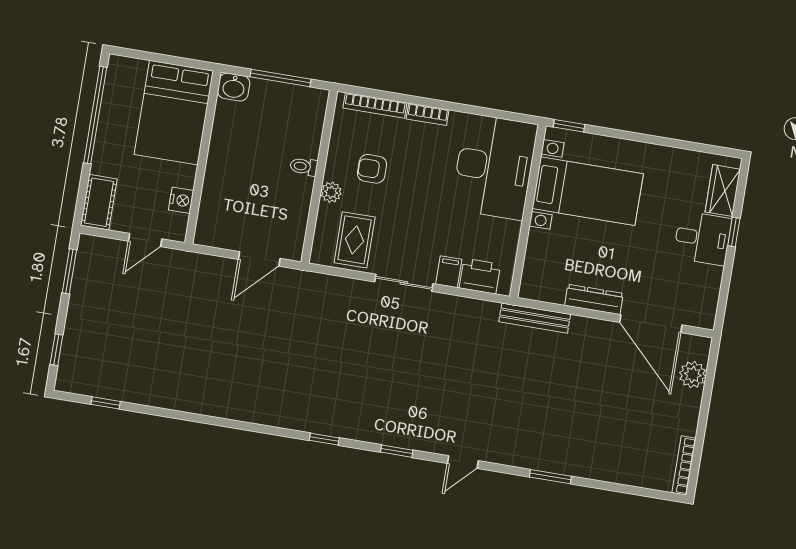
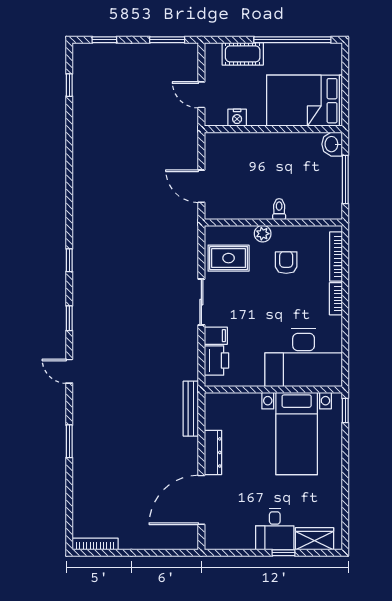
cot: (99, 202) -> (243, 54), moved
plant: (693, 375) -> (167, 539), removed

